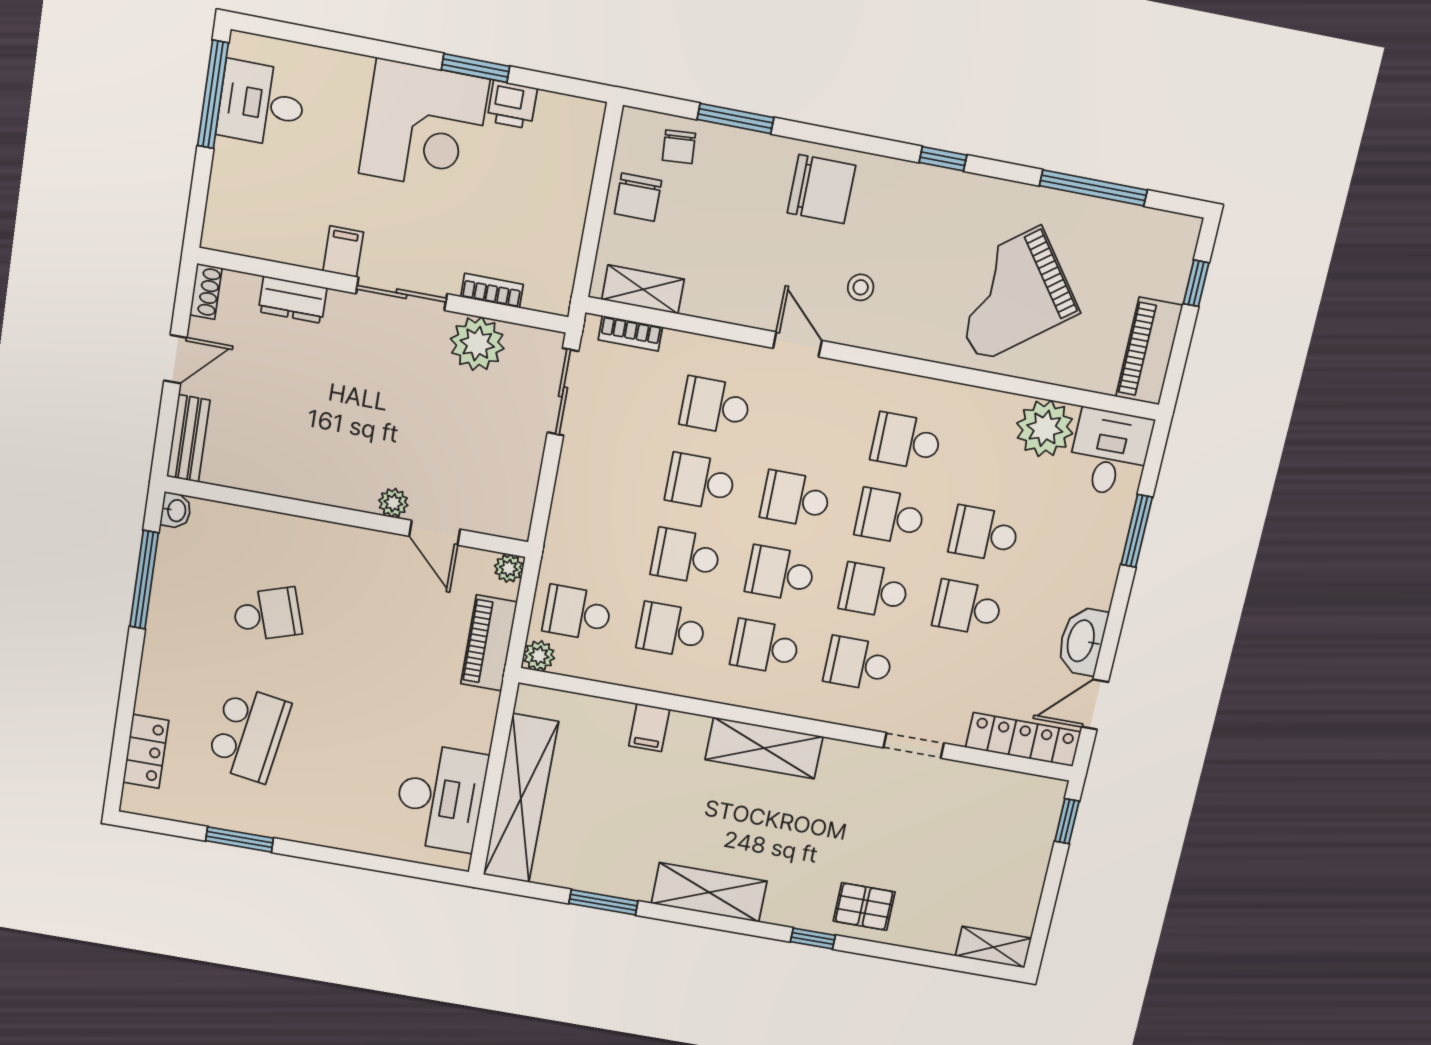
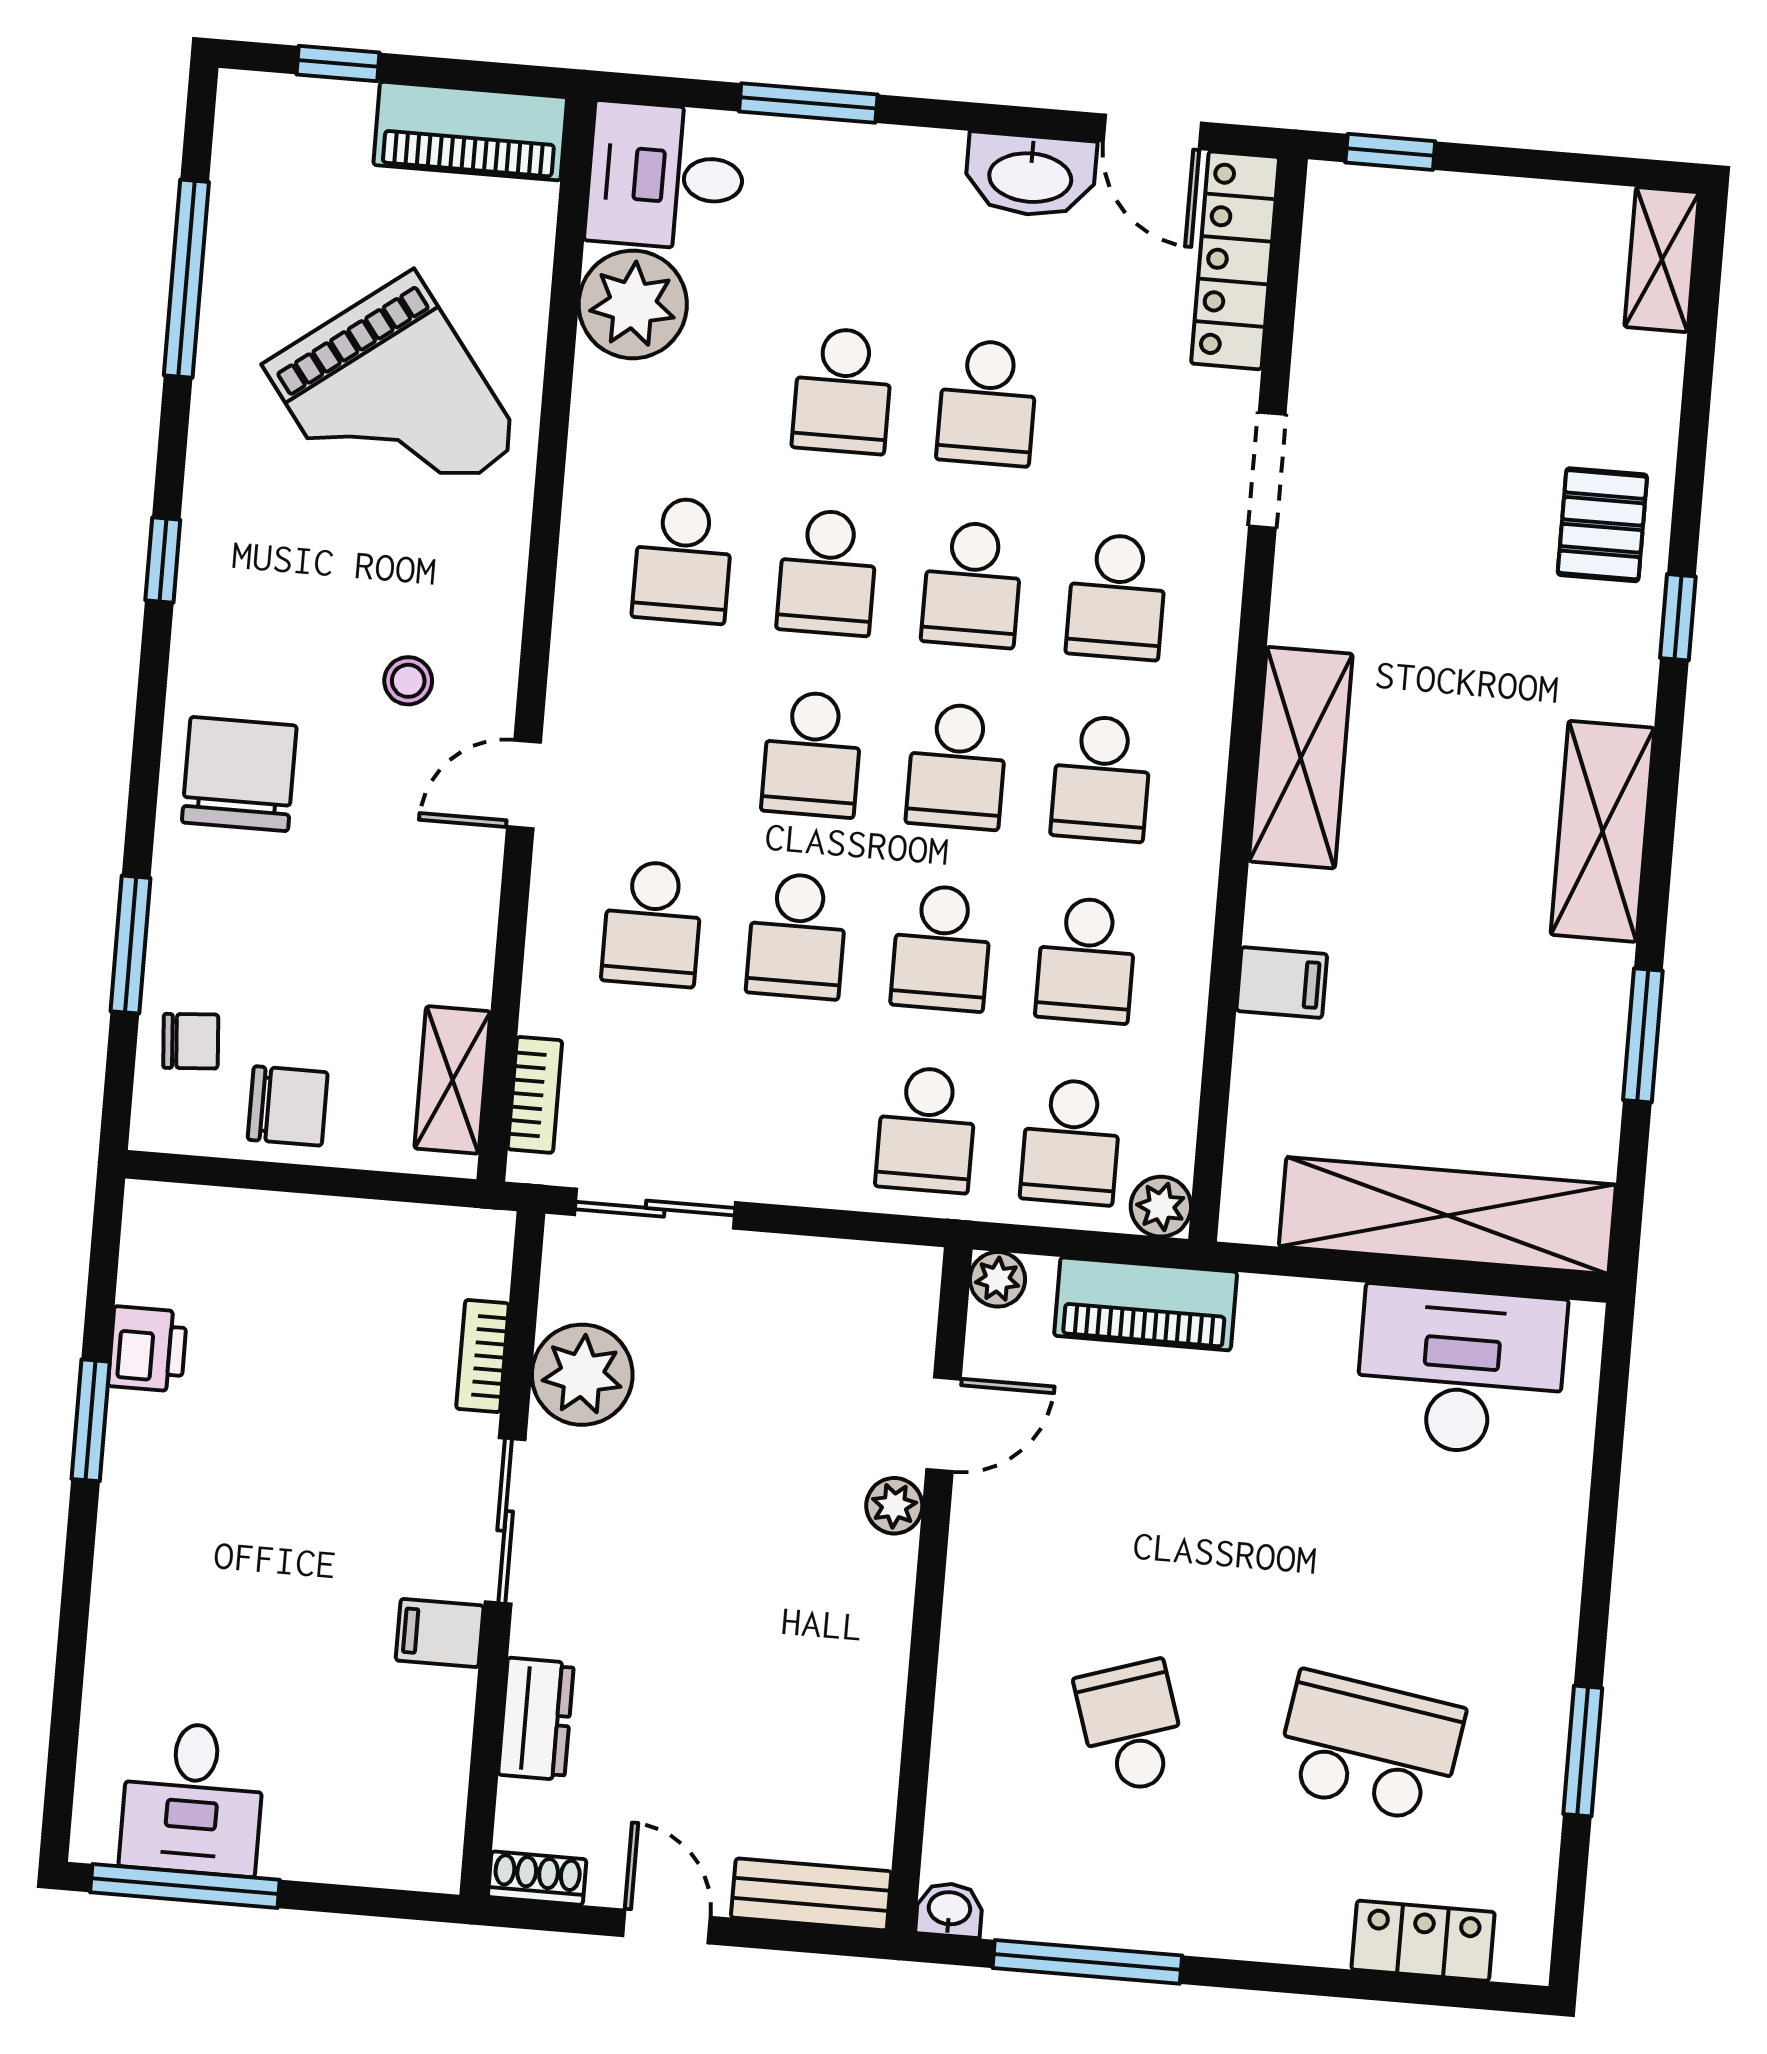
corner desk: (424, 126) -> (202, 1504), removed
school desk: (591, 539) -> (926, 1130), added

